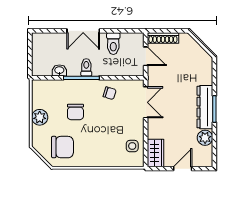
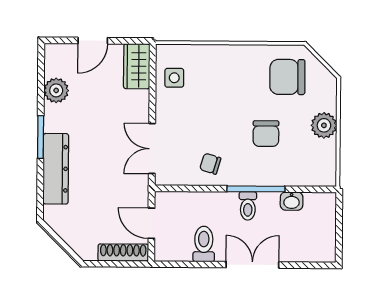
dresser: (205, 107) -> (56, 169), moved
chair: (75, 112) -> (266, 134), turned 180

